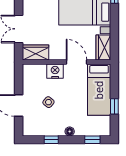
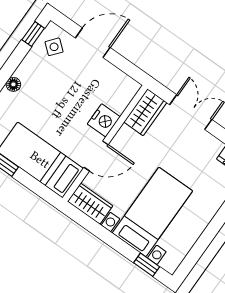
side table: (48, 102) -> (54, 47), moved
window: (51, 140) -> (33, 34), moved

